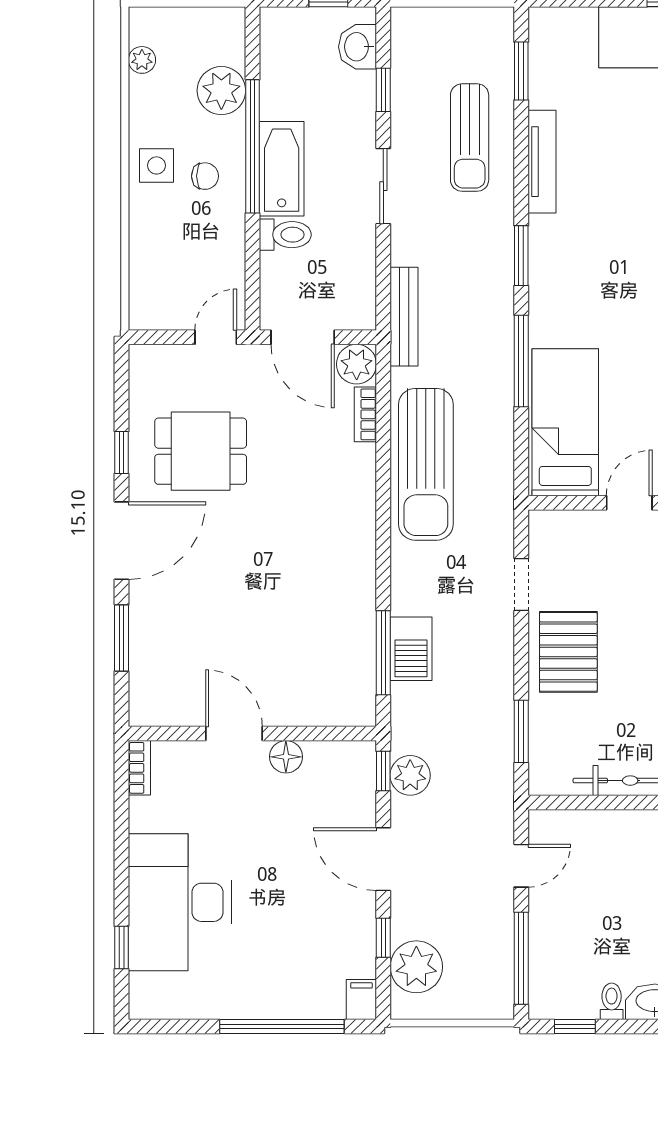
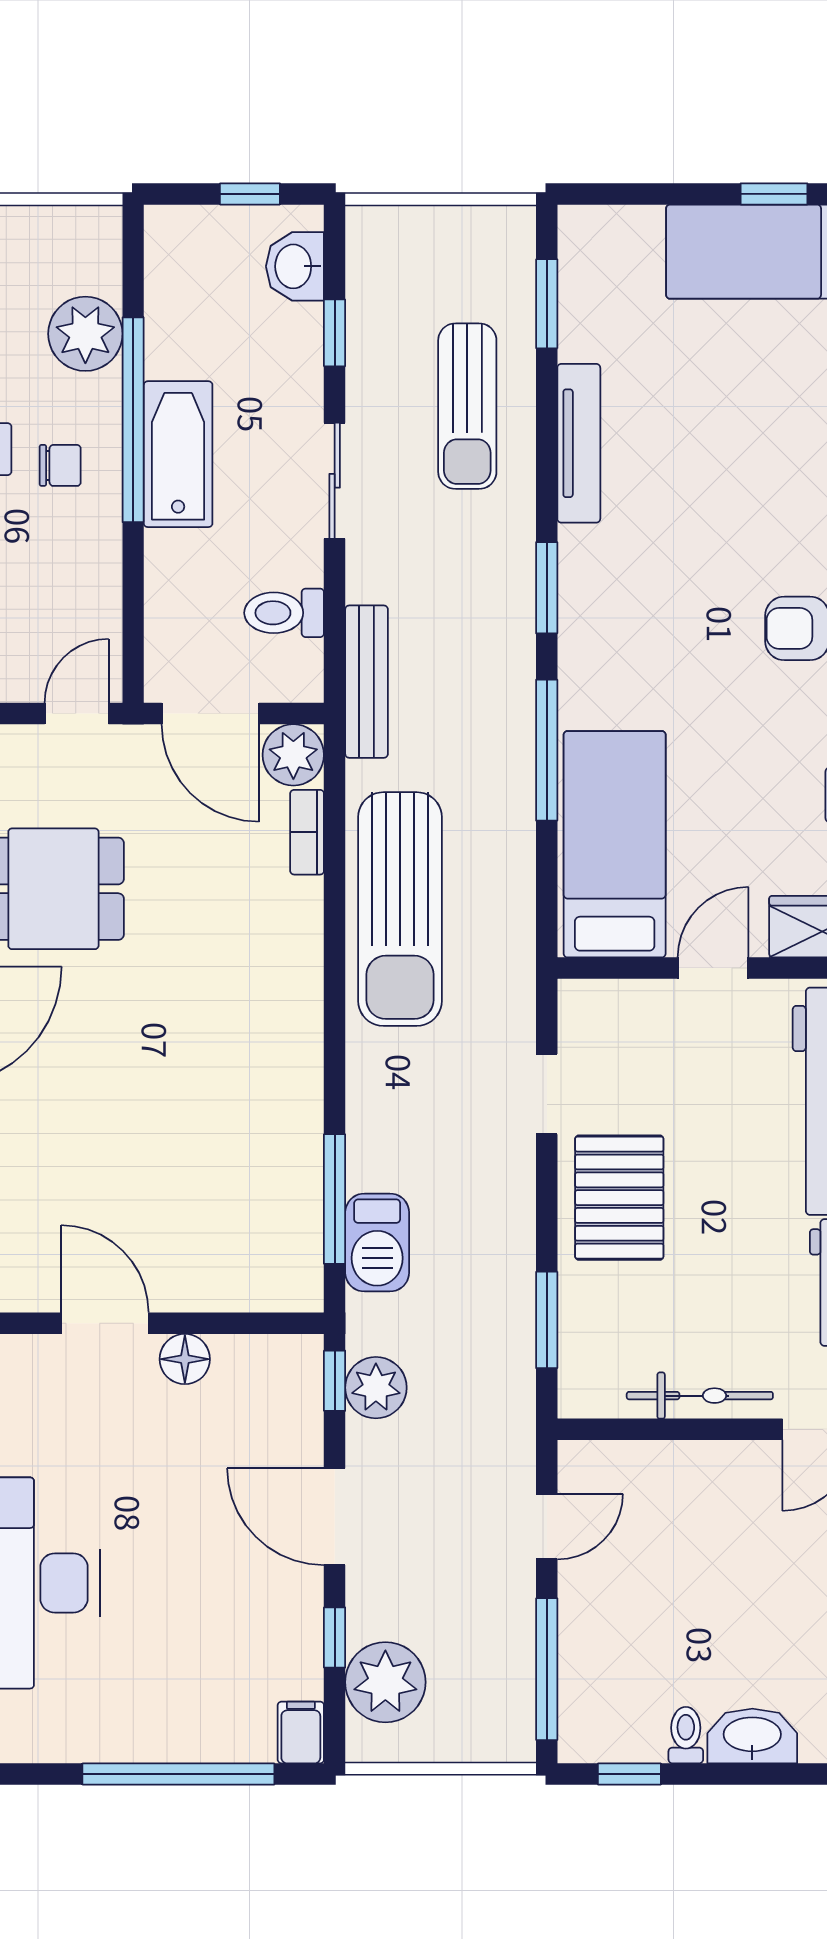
toilet: (285, 235) -> (284, 613), moved, turned 180
barbecue: (411, 649) -> (377, 1243), moved

